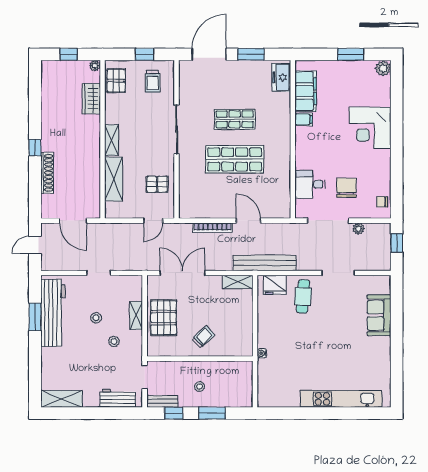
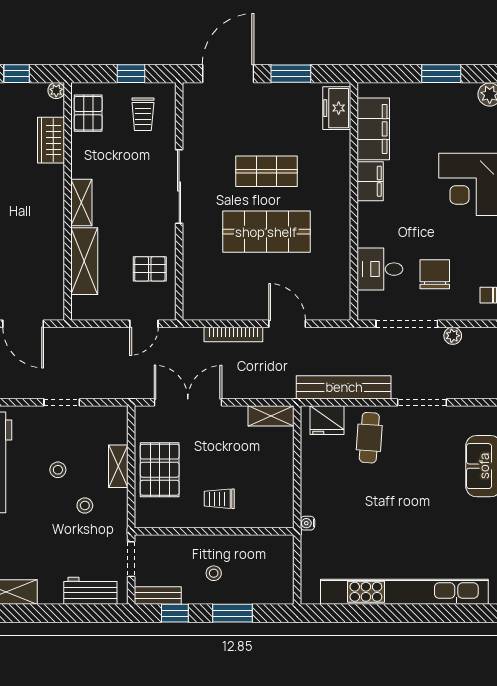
filing cabinet: (304, 119) -> (370, 181), width x2.00
bench: (265, 263) -> (344, 387), moved
trolley: (203, 337) -> (219, 499), turned -136
kitchen unit: (341, 399) -> (404, 592), width x1.36

